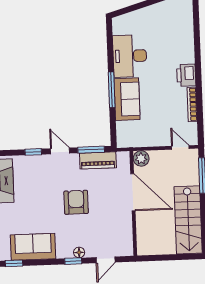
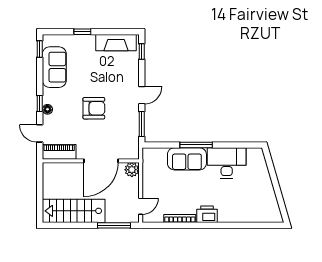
window: (33, 152) -> (142, 51), moved
piano: (98, 160) -> (59, 152), moved, turned 90

